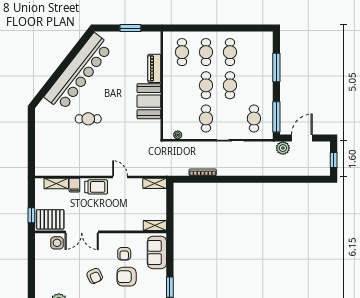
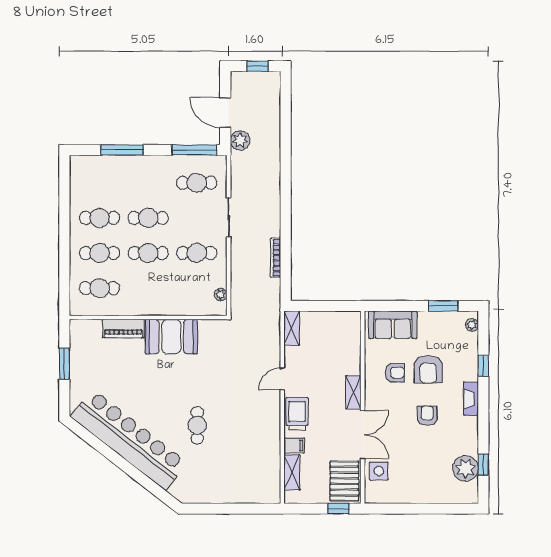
shelving: (155, 226) -> (353, 392), moved
armchair: (95, 276) -> (427, 416), turned -65

